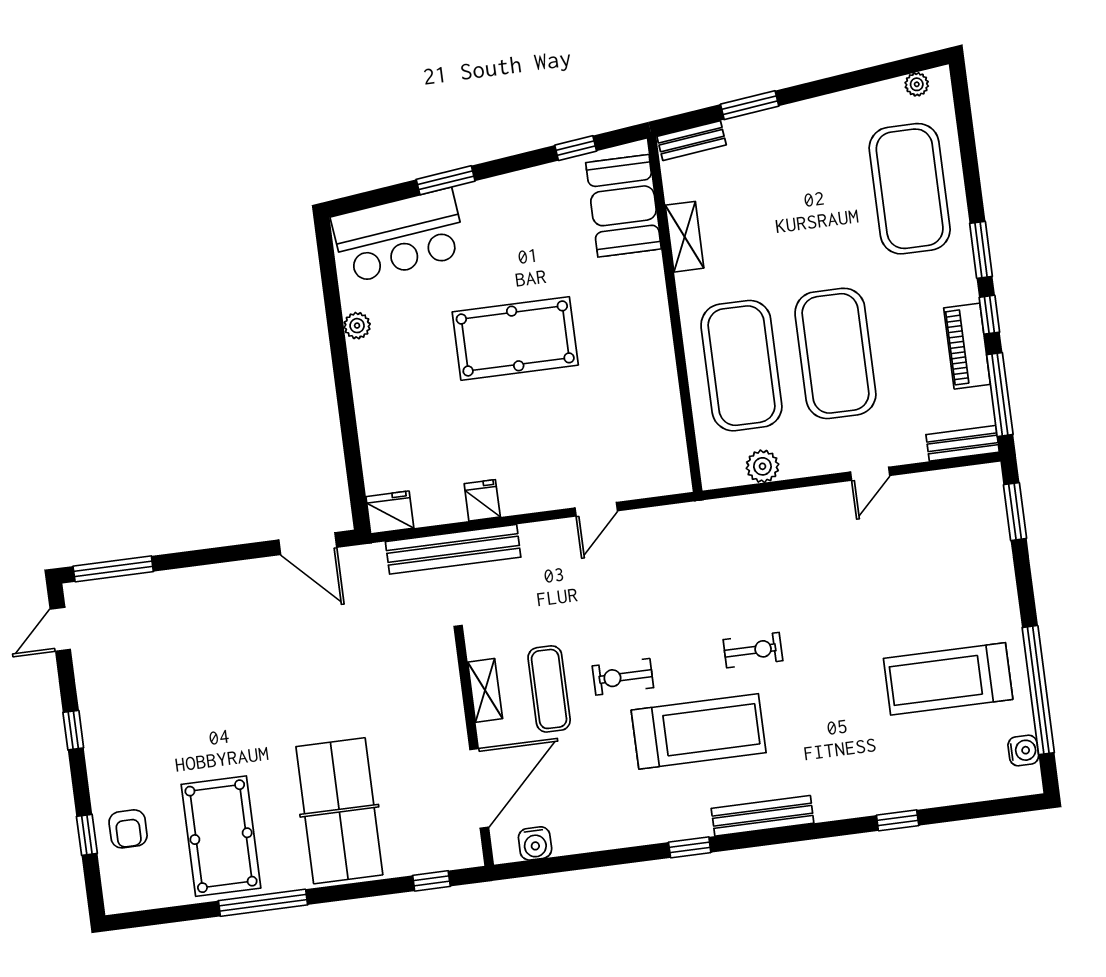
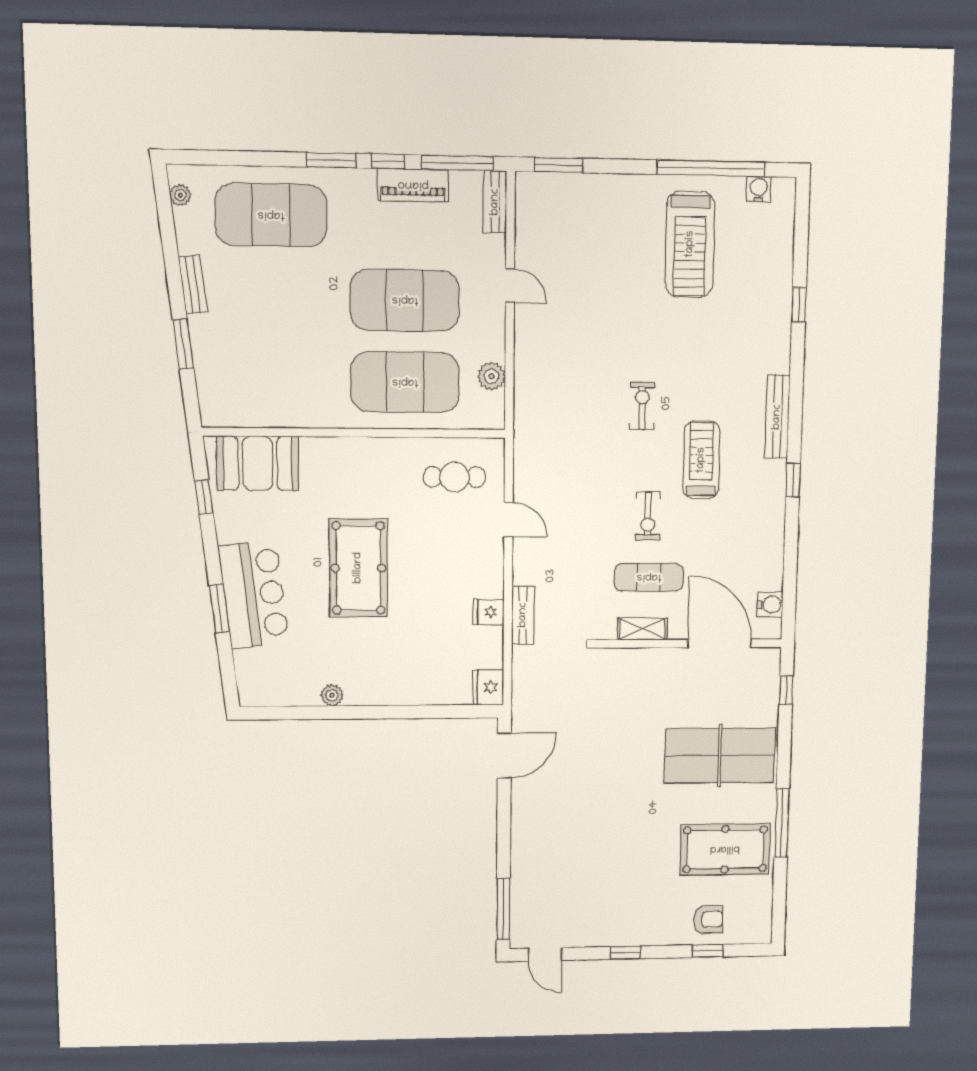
bench: (692, 141) -> (193, 285), moved
bar counter: (399, 236) -> (254, 594), moved
shelving: (685, 237) -> (290, 415), removed
cafe table: (639, 438) -> (455, 477), added
bench: (453, 549) -> (523, 615), width x0.54, depth x0.82
treadmill: (699, 731) -> (701, 460), width x0.73, depth x0.73

